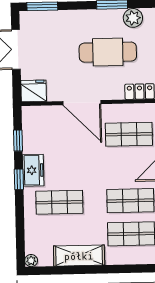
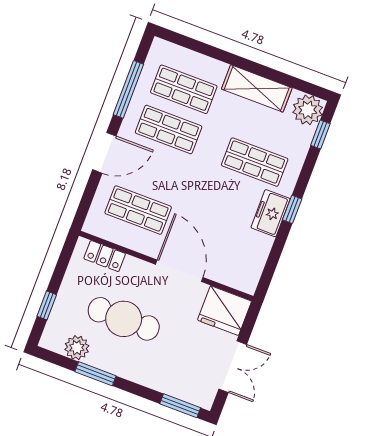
fridge: (34, 91) -> (225, 311), width x1.36, depth x1.34
window: (18, 141) -> (320, 135), moved
plant: (31, 261) -> (308, 110), width x1.88, depth x1.88

